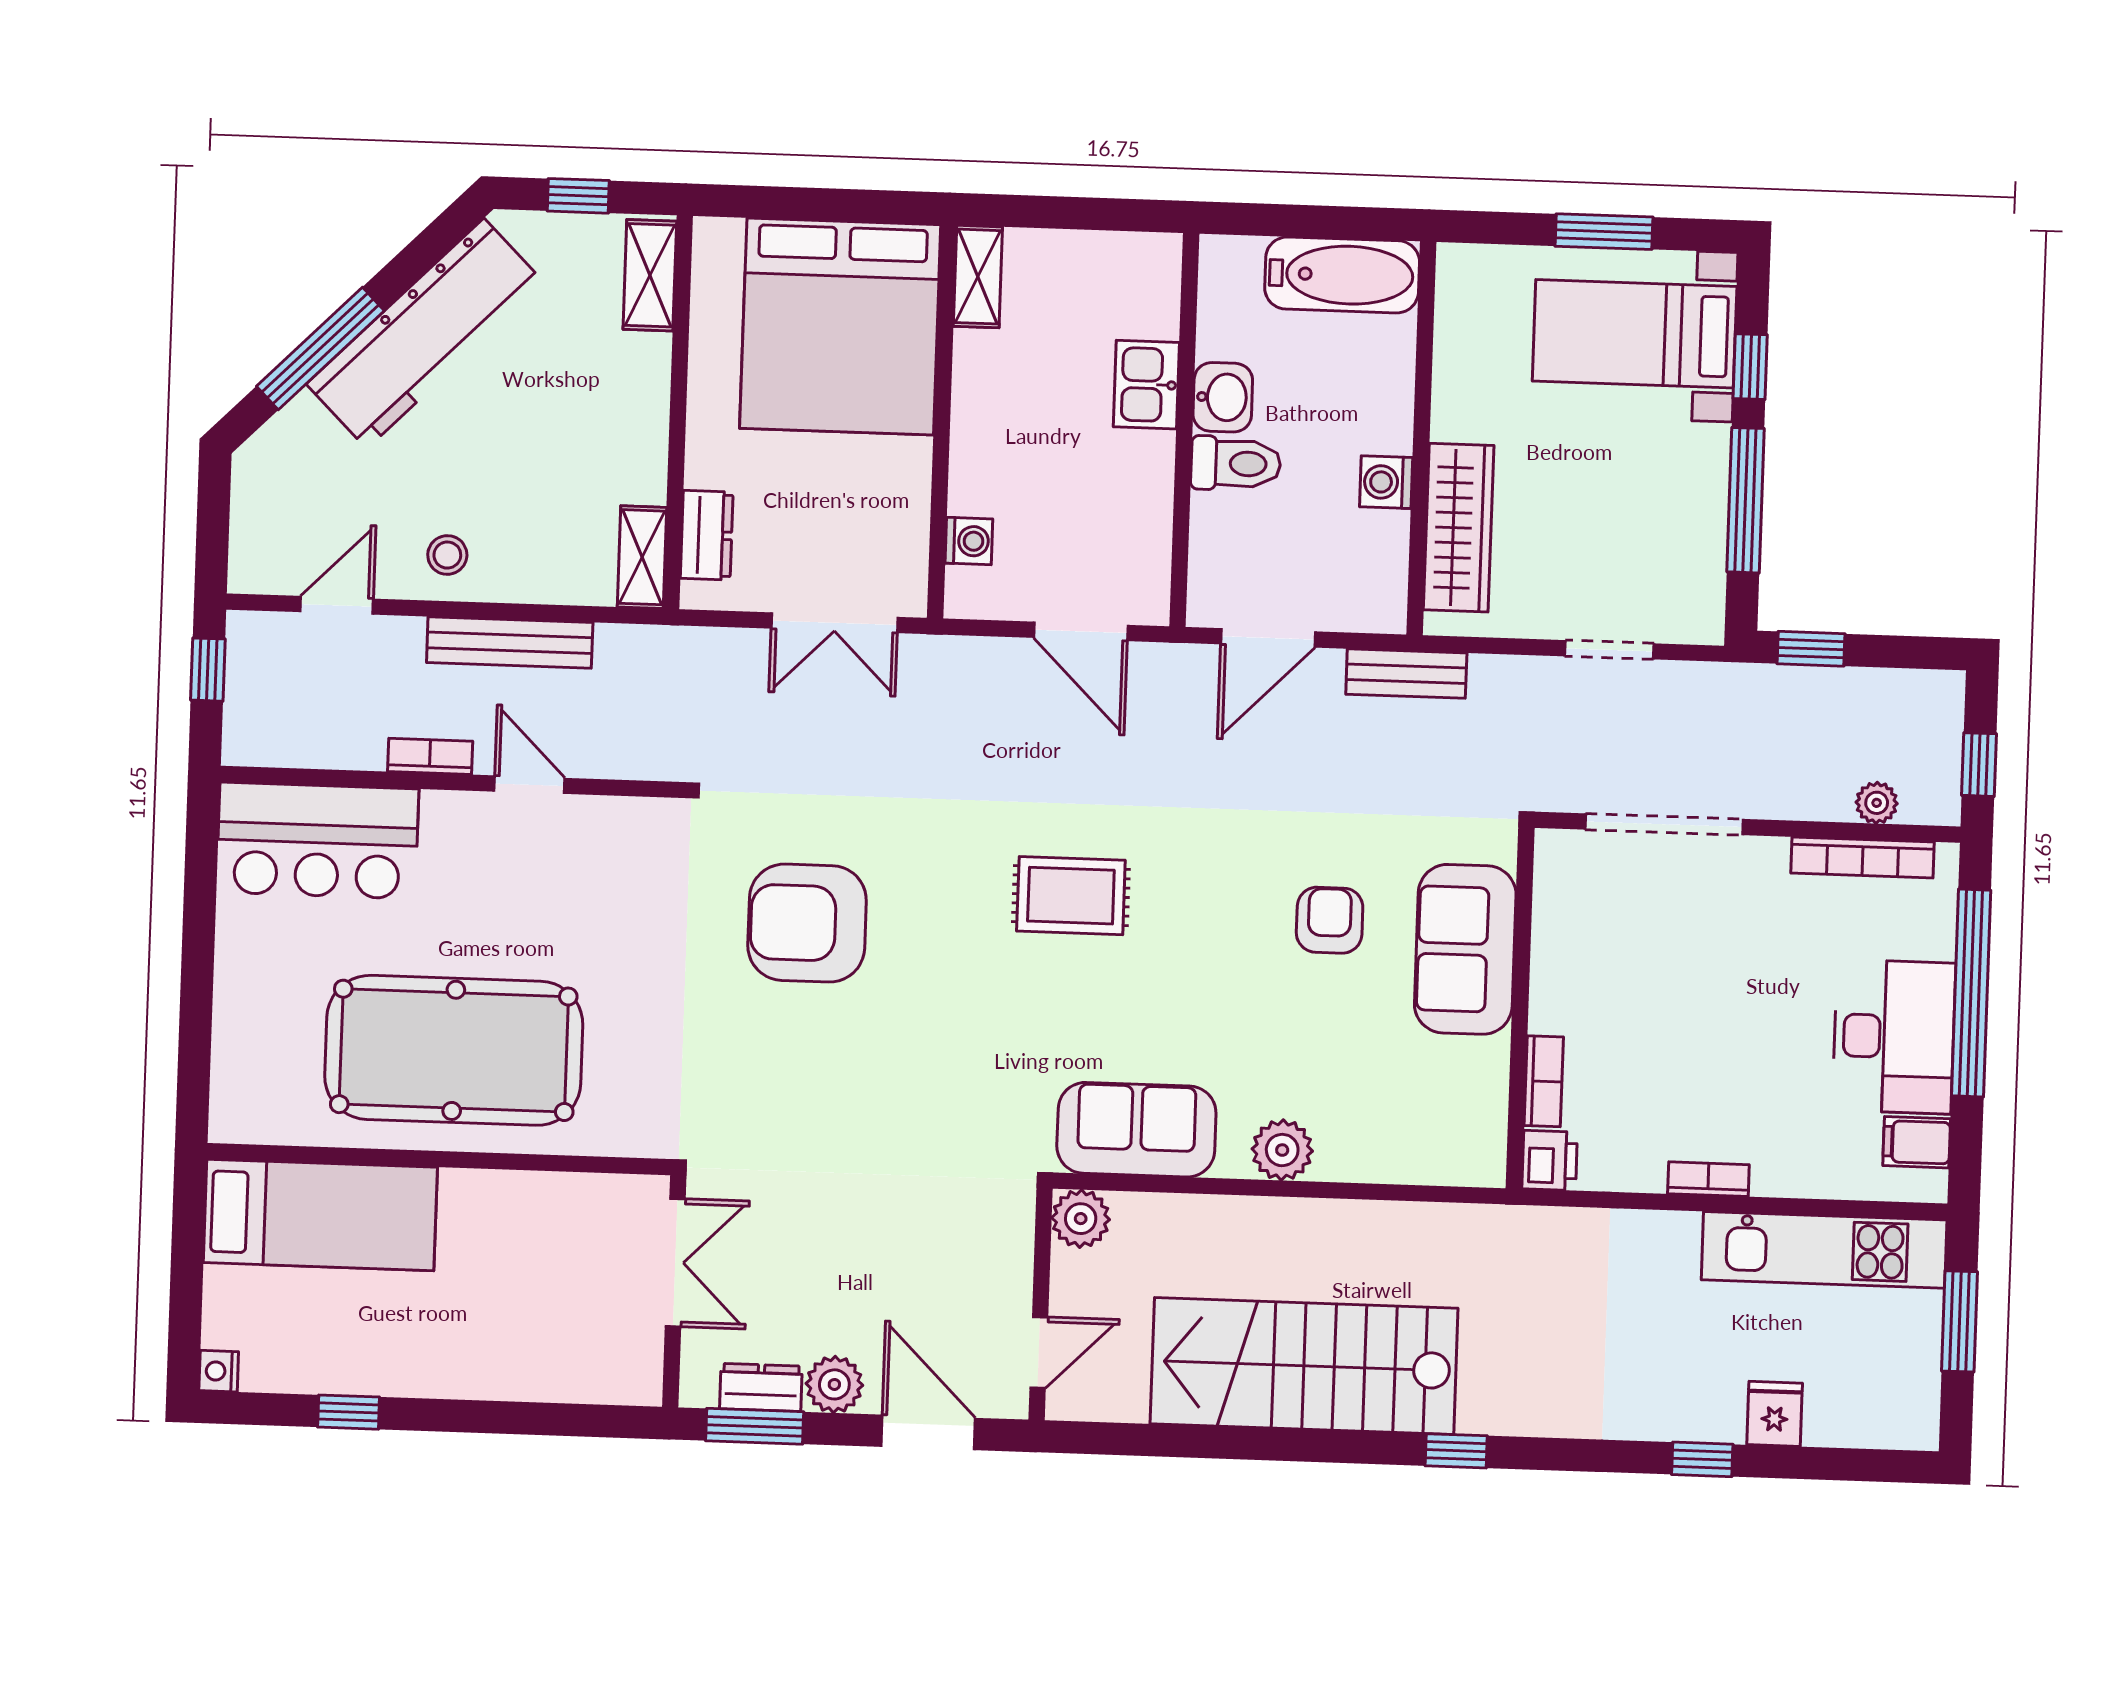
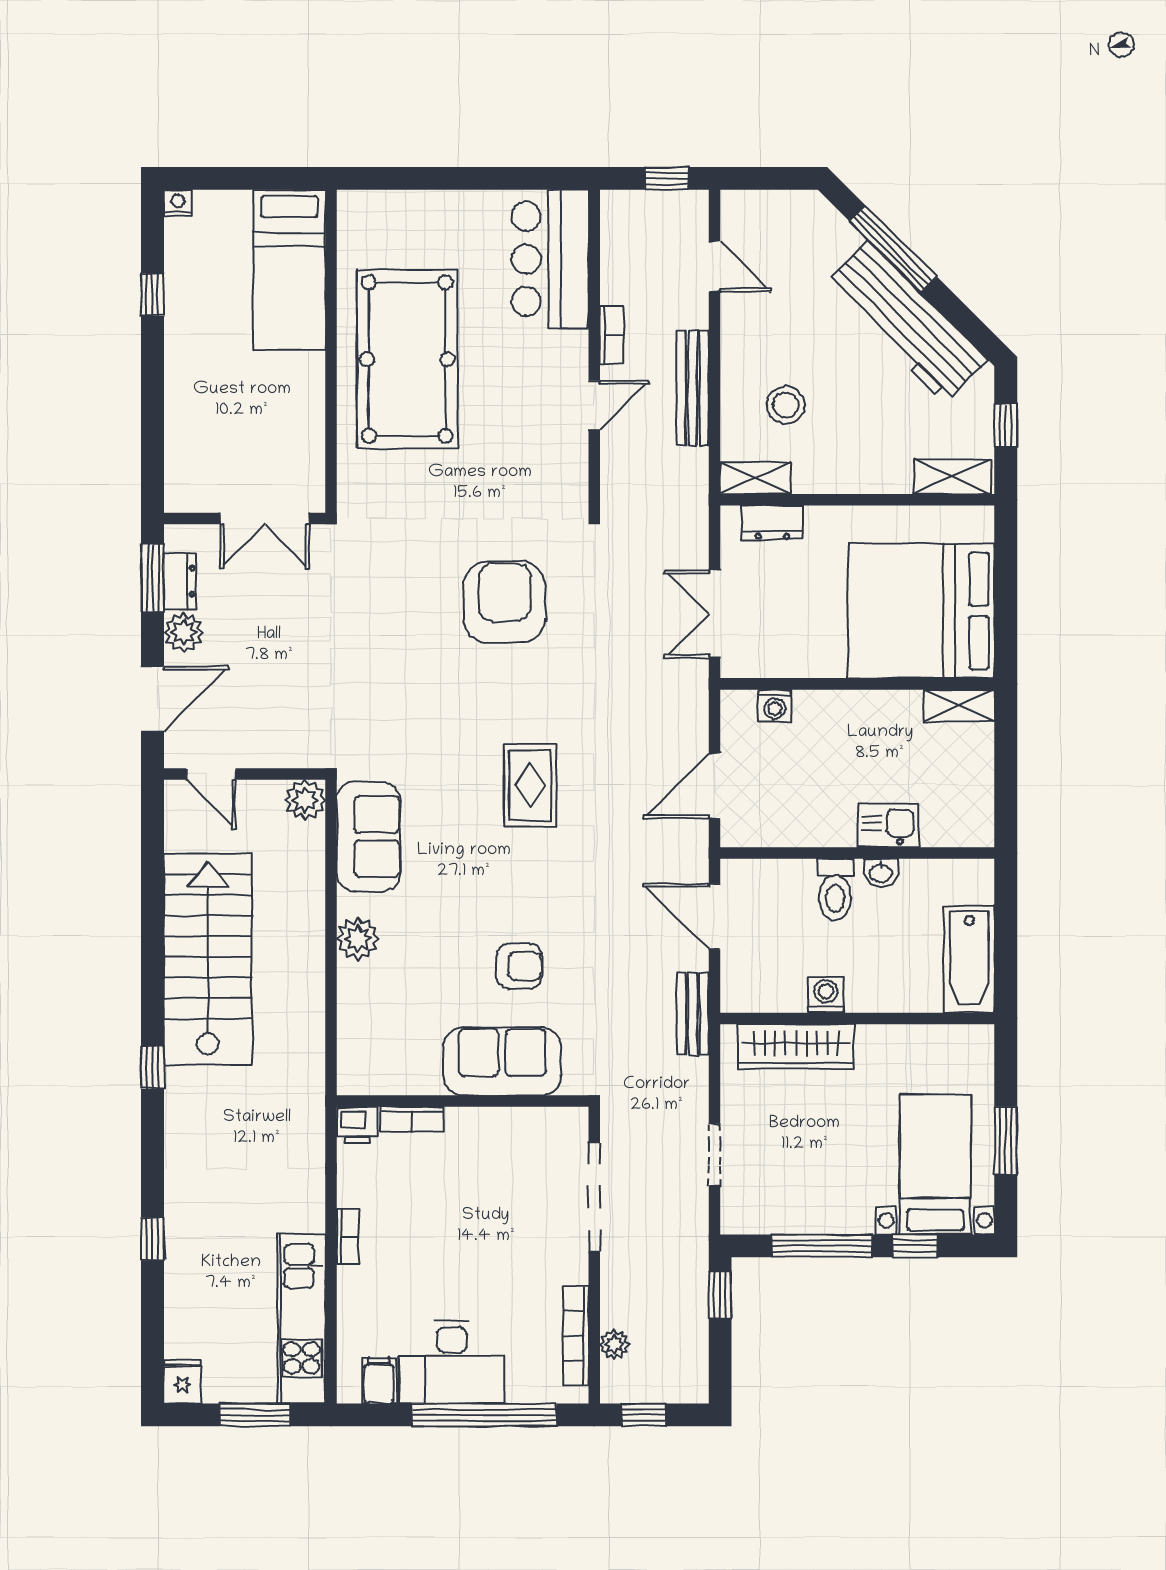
washbasin: (1223, 397) -> (881, 873), width x0.72, depth x0.69
stool: (447, 555) -> (786, 405), moved, width x1.37, depth x1.37
fridge: (1775, 1414) -> (182, 1381), moved, turned -90

